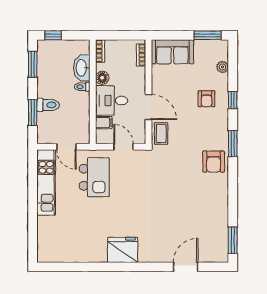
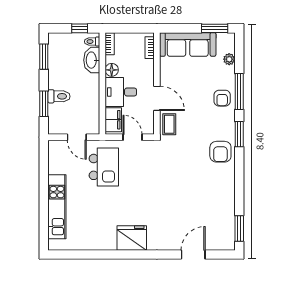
window: (53, 35) -> (80, 28), moved
sofa: (172, 52) -> (188, 44), width x1.36
toilet: (82, 87) -> (92, 42), moved
armchair: (207, 99) -> (222, 98), moved
window: (233, 100) -> (239, 92), width x2.17
filing cabinet: (104, 123) -> (113, 120), width x2.00
kitchen unit: (46, 182) -> (57, 207), moved

